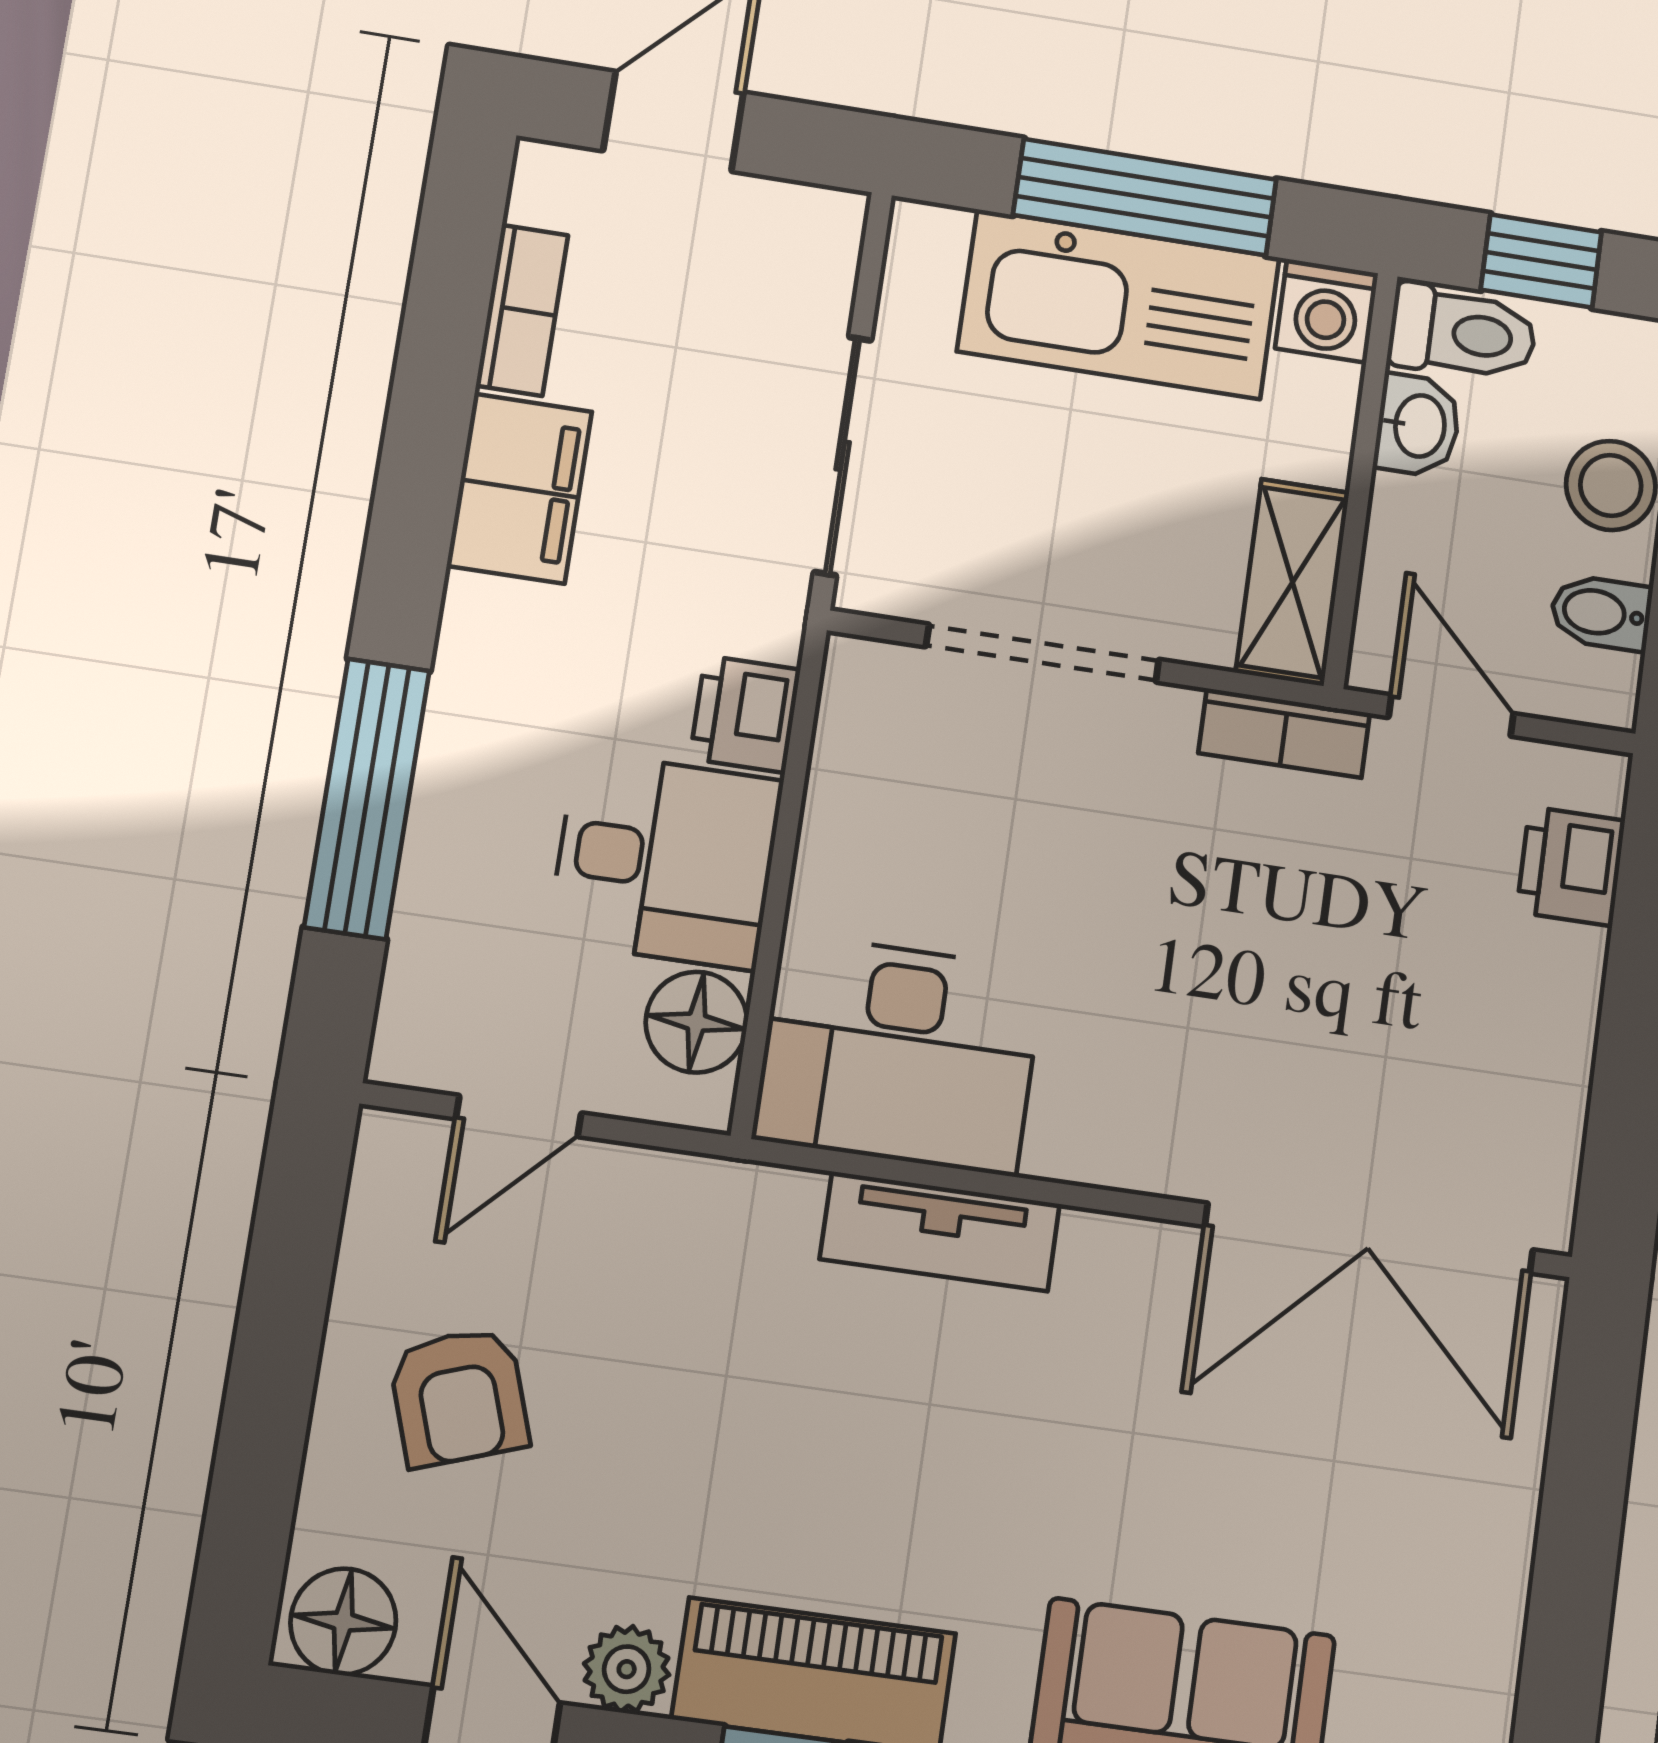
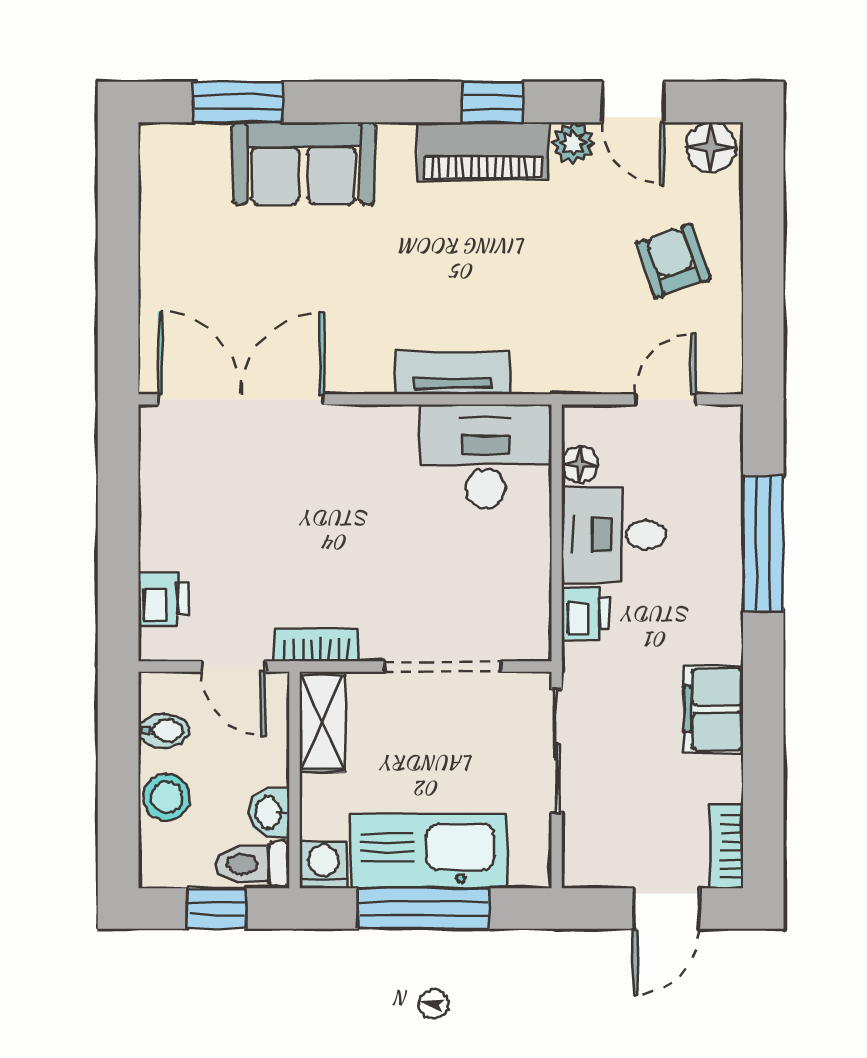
bookcase: (522, 310) -> (726, 846), moved
floor lamp: (696, 1022) -> (580, 464), width x0.73, depth x0.73

